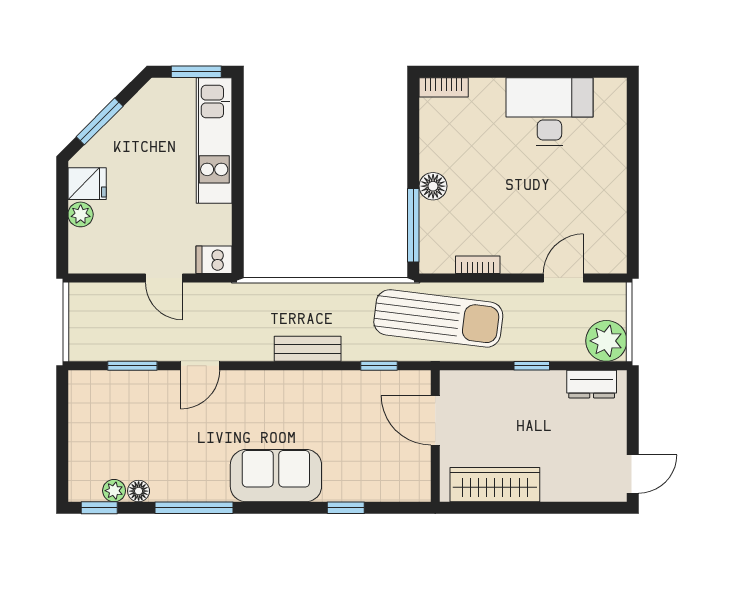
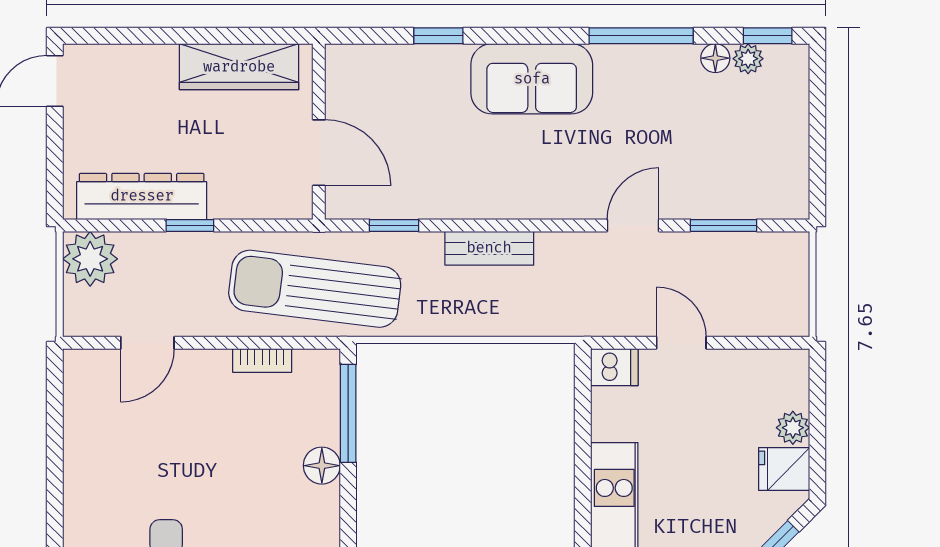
dresser: (592, 384) -> (142, 196), width x1.96, depth x1.24

